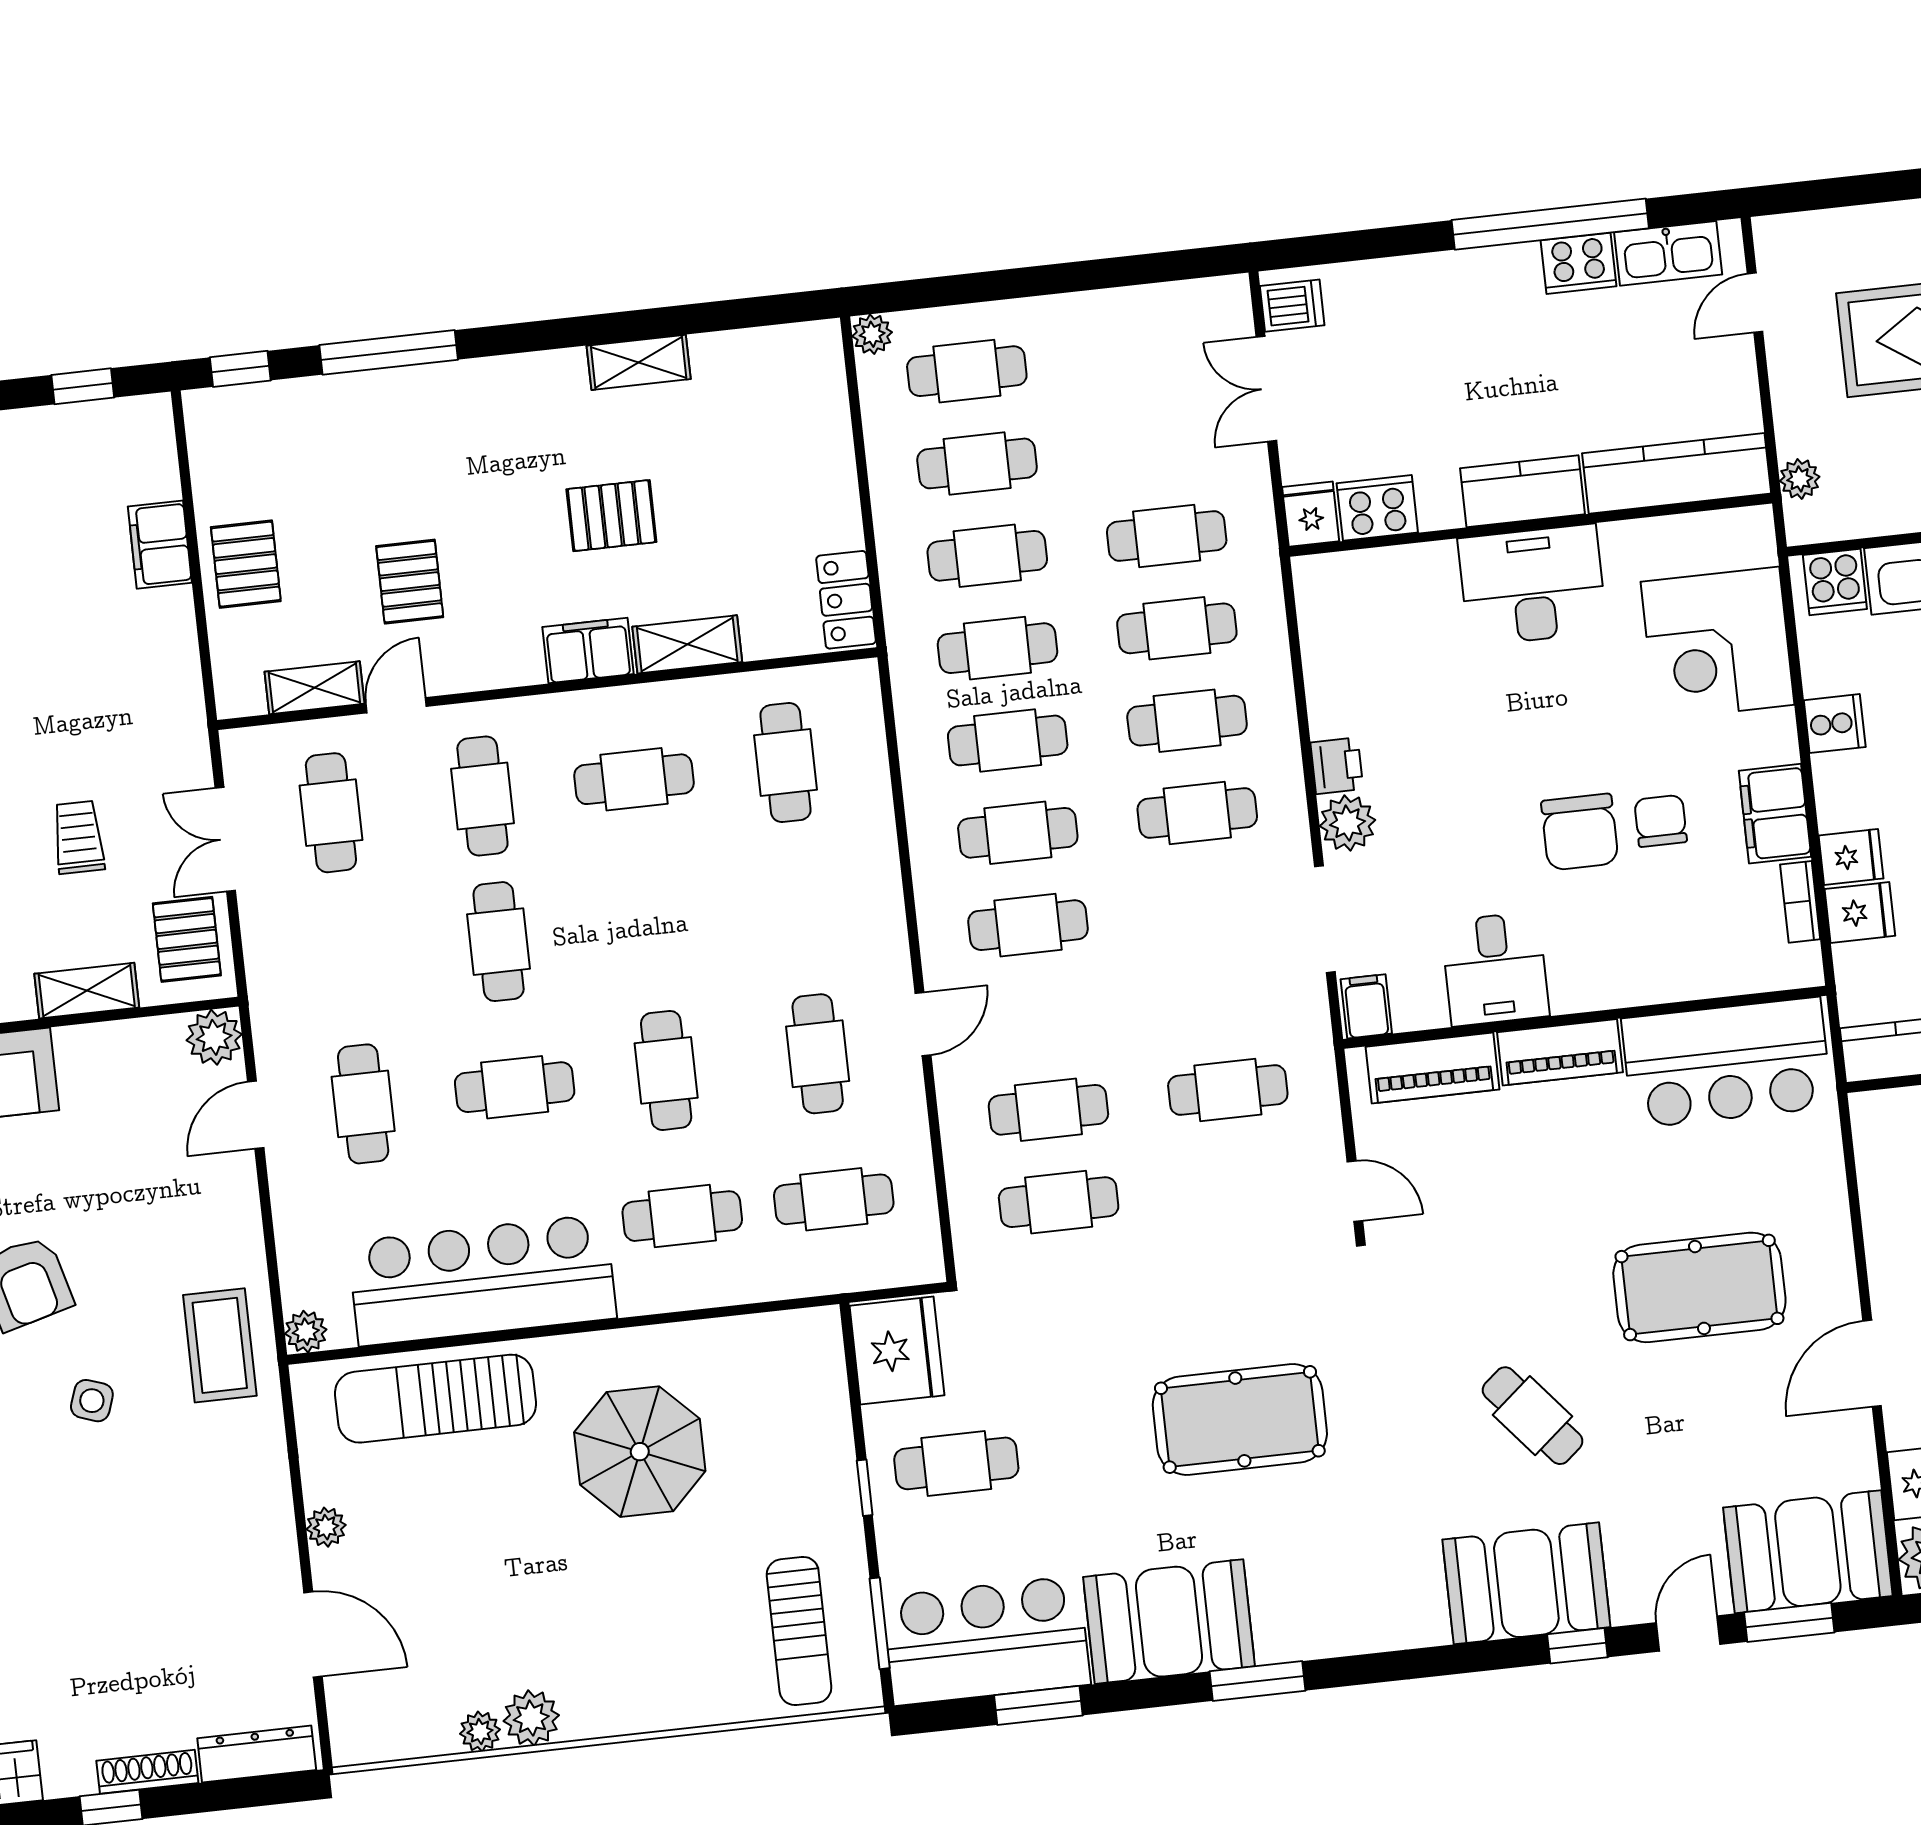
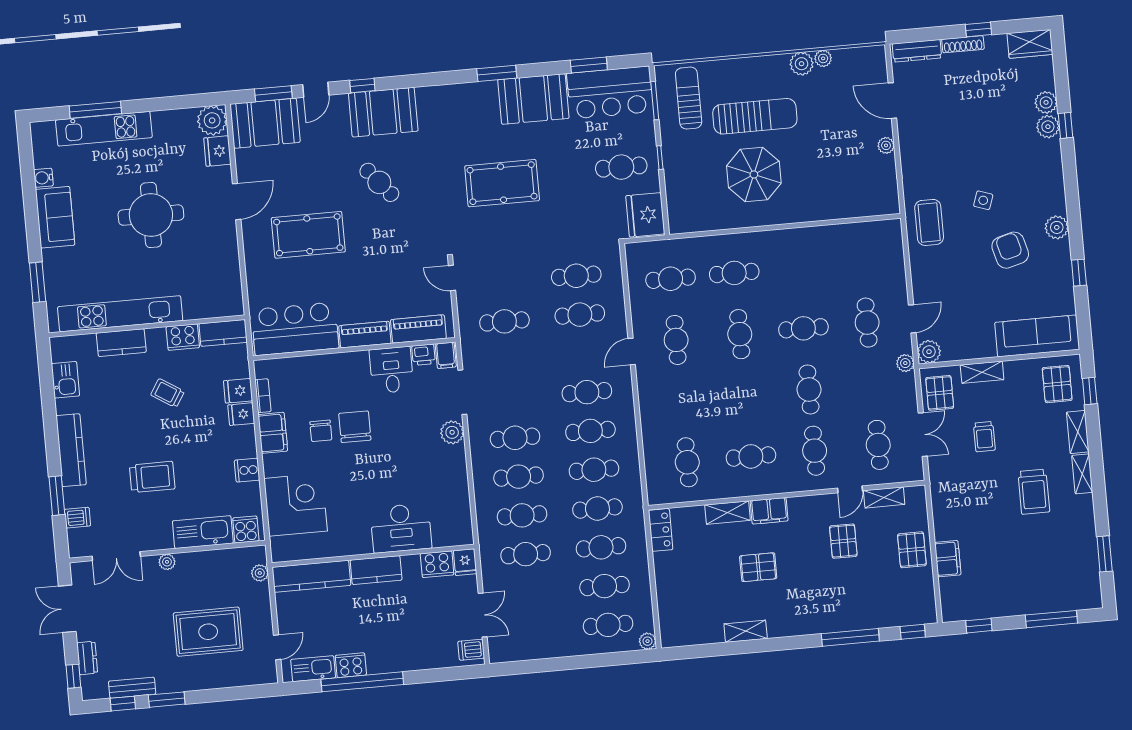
desk: (1532, 585) -> (401, 528), moved
printer: (1337, 766) -> (423, 355), moved, turned -90
bar counter: (482, 1280) -> (819, 248), removed
plant: (306, 1332) -> (905, 363), moved
sun lounger: (435, 1399) -> (755, 116), moved

